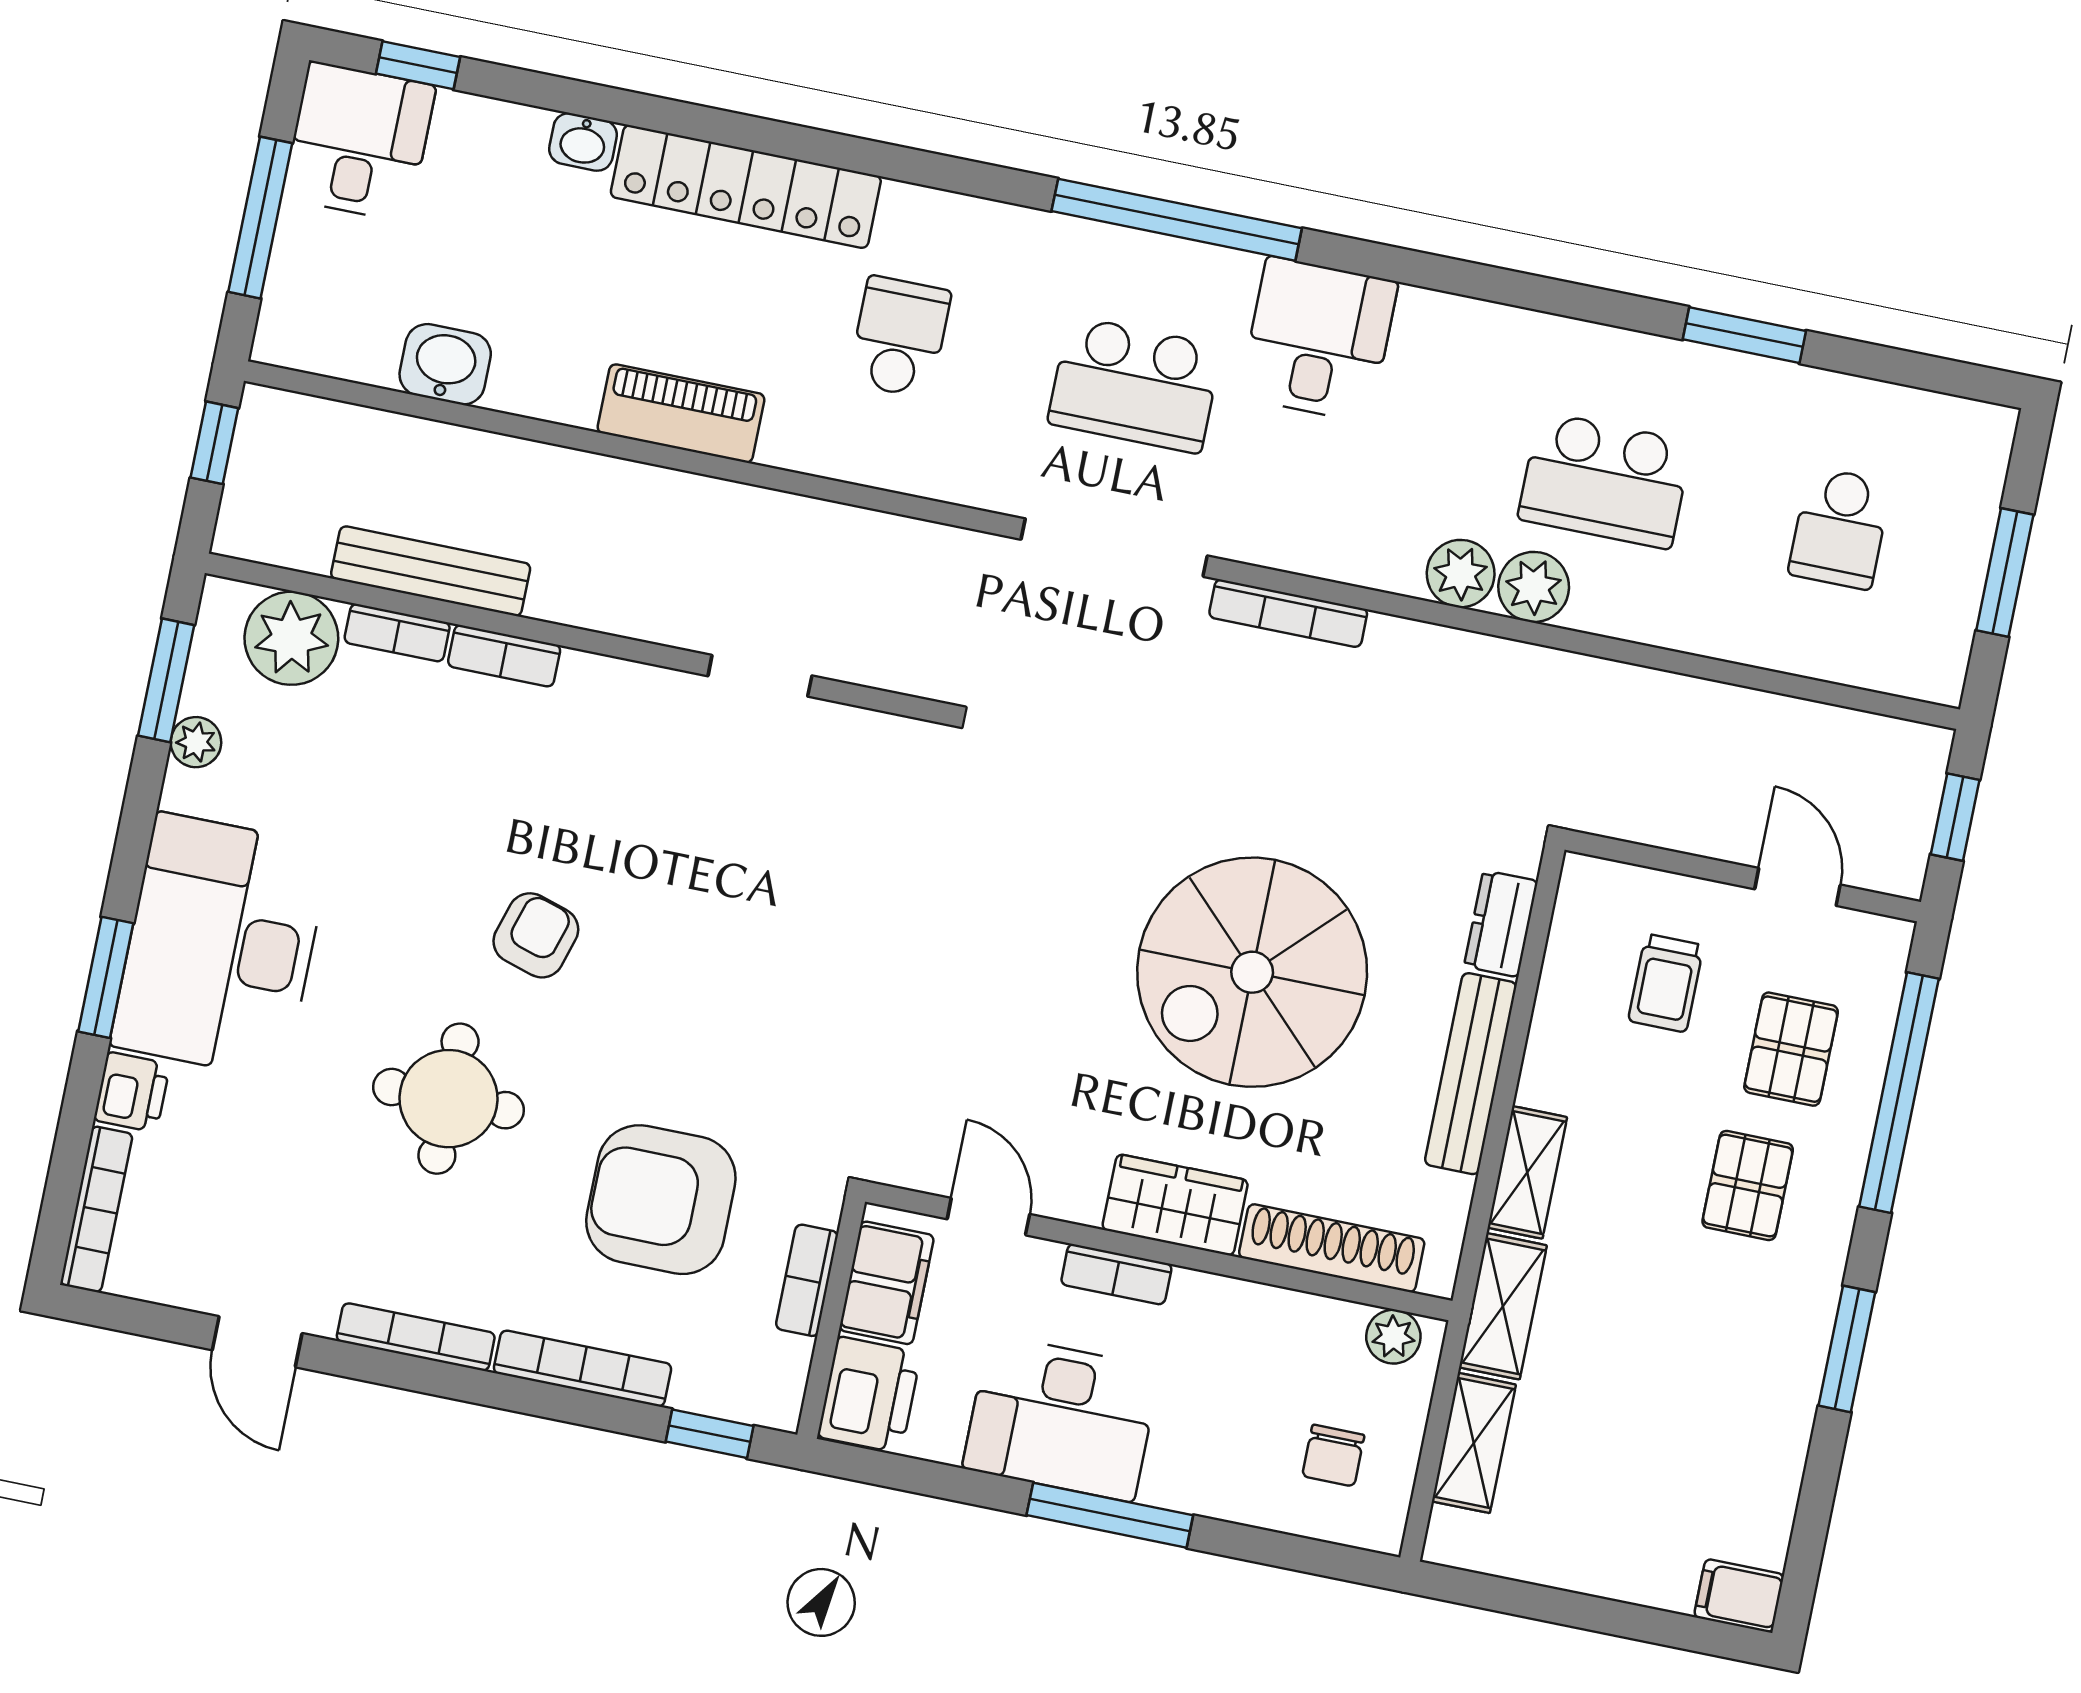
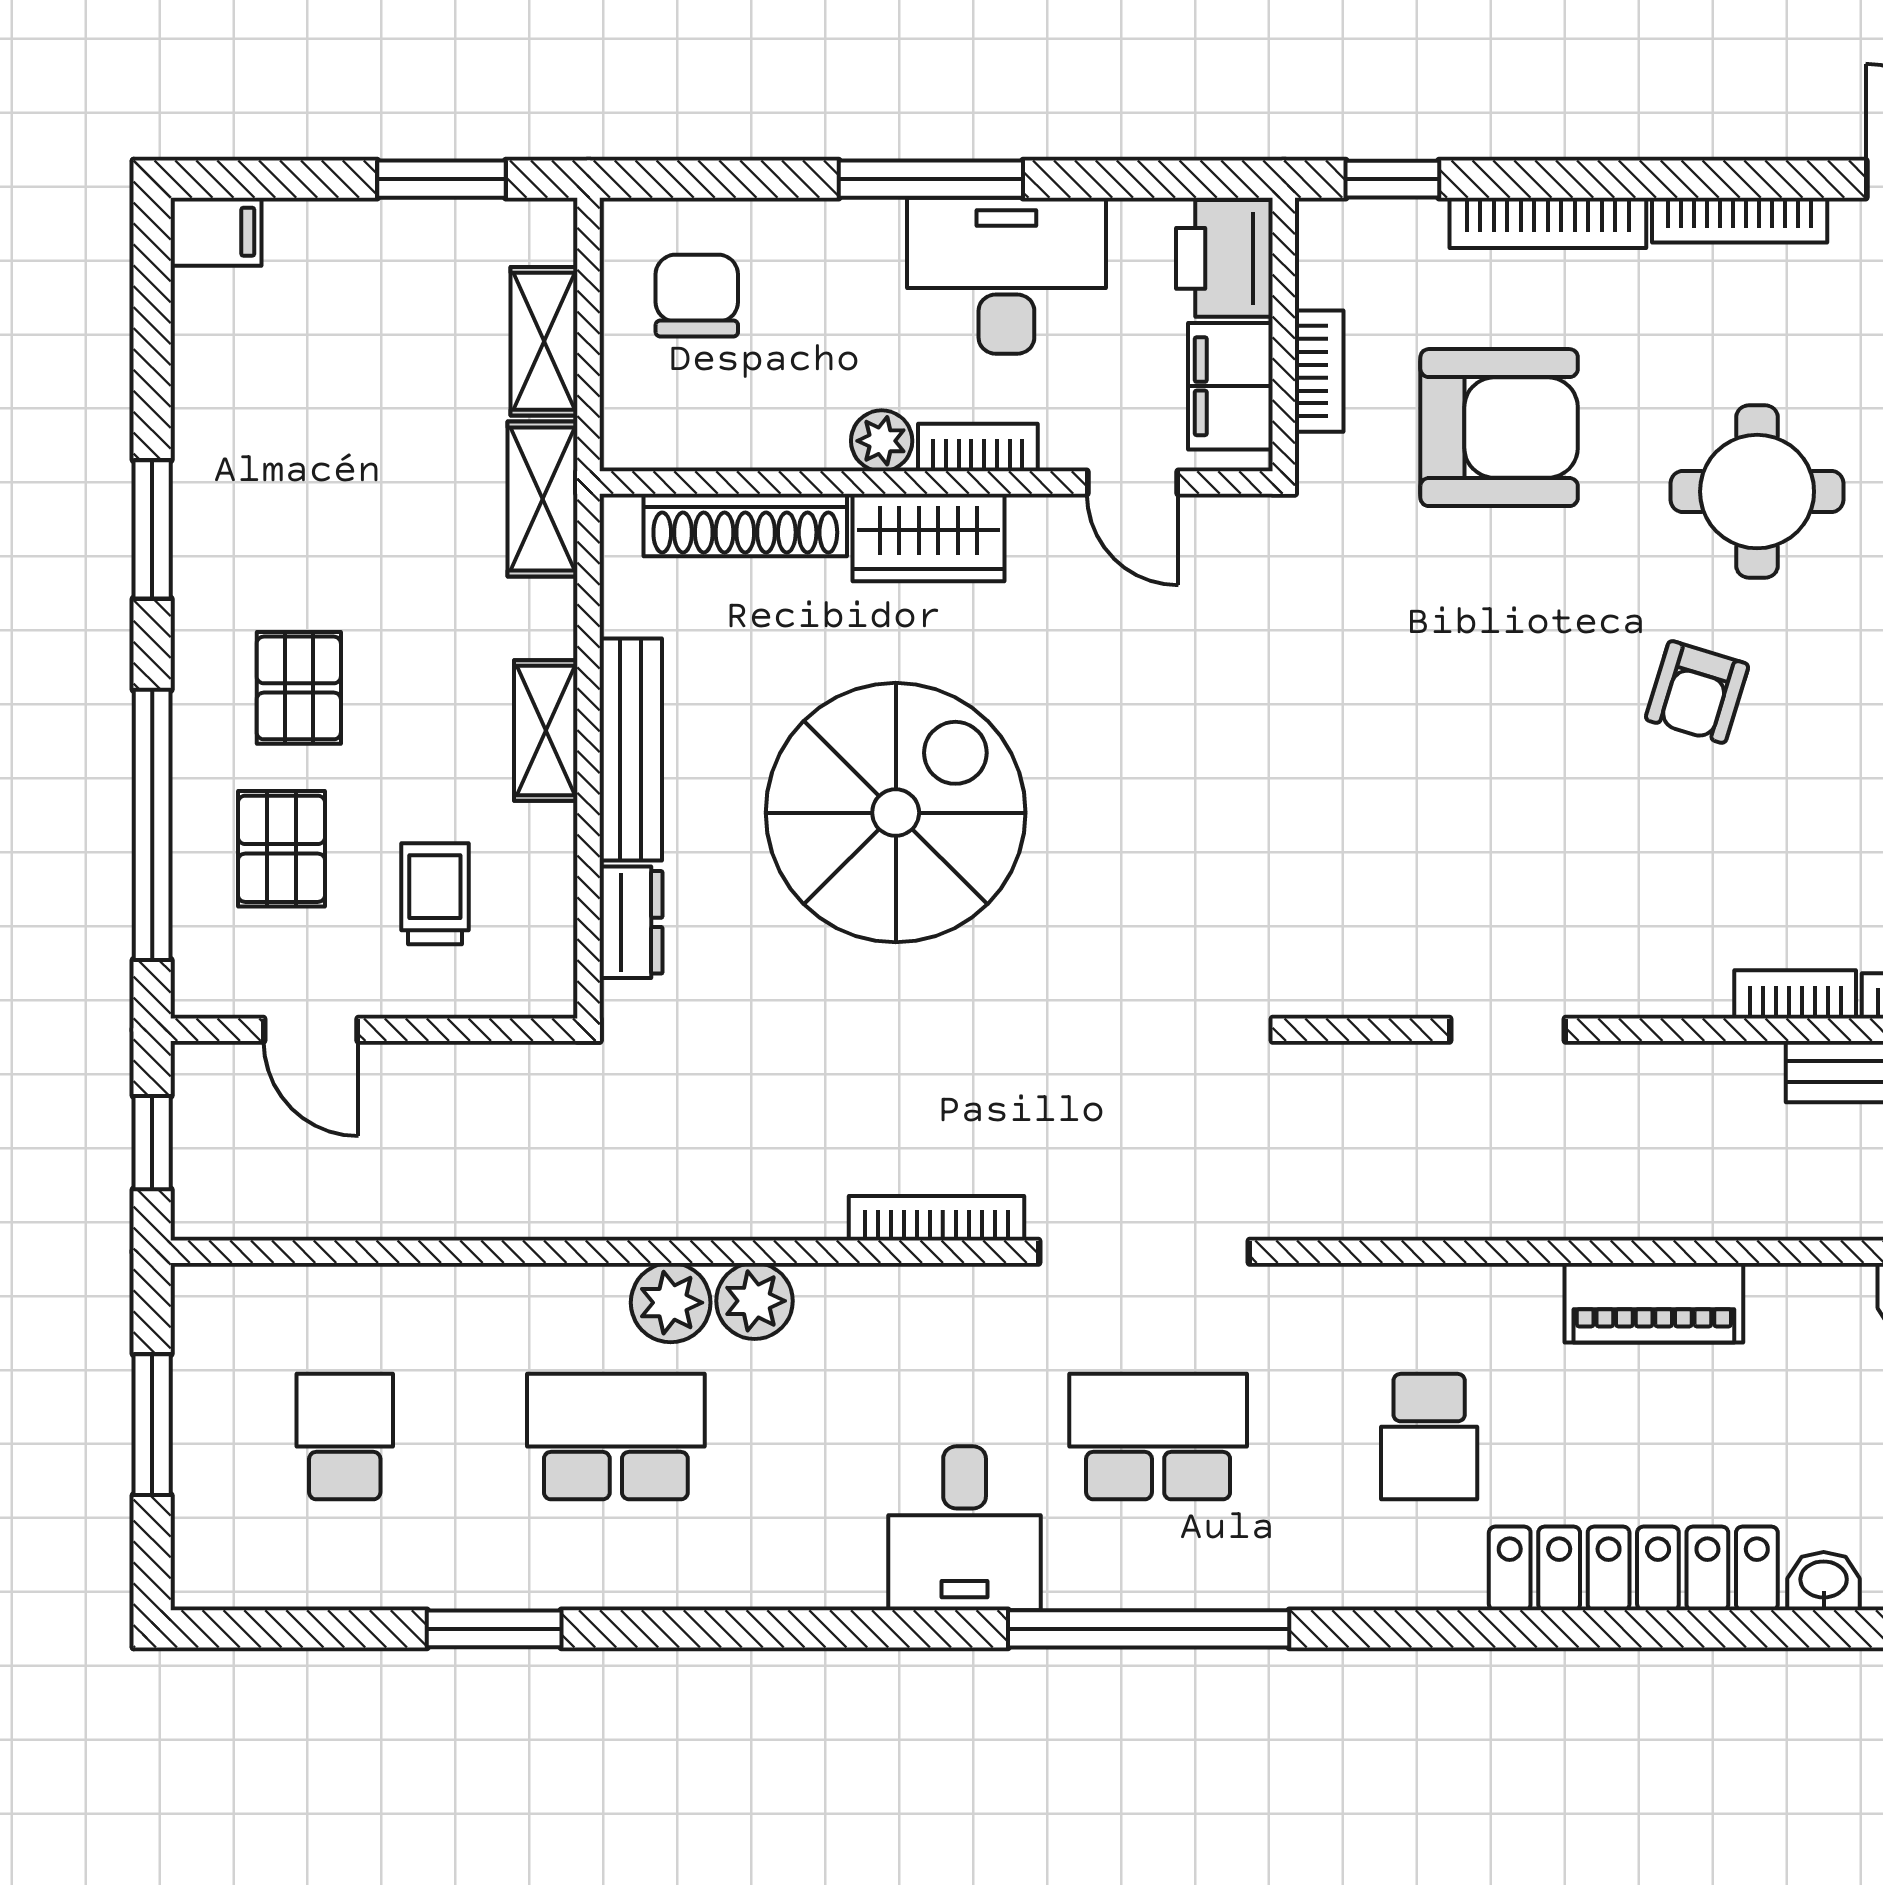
shelving: (1527, 1172) -> (546, 730), moved
plant: (1393, 1337) -> (882, 441), moved
chair: (1333, 1456) -> (697, 296), width x1.37, depth x1.37
window: (1534, 1602) -> (441, 179), added

